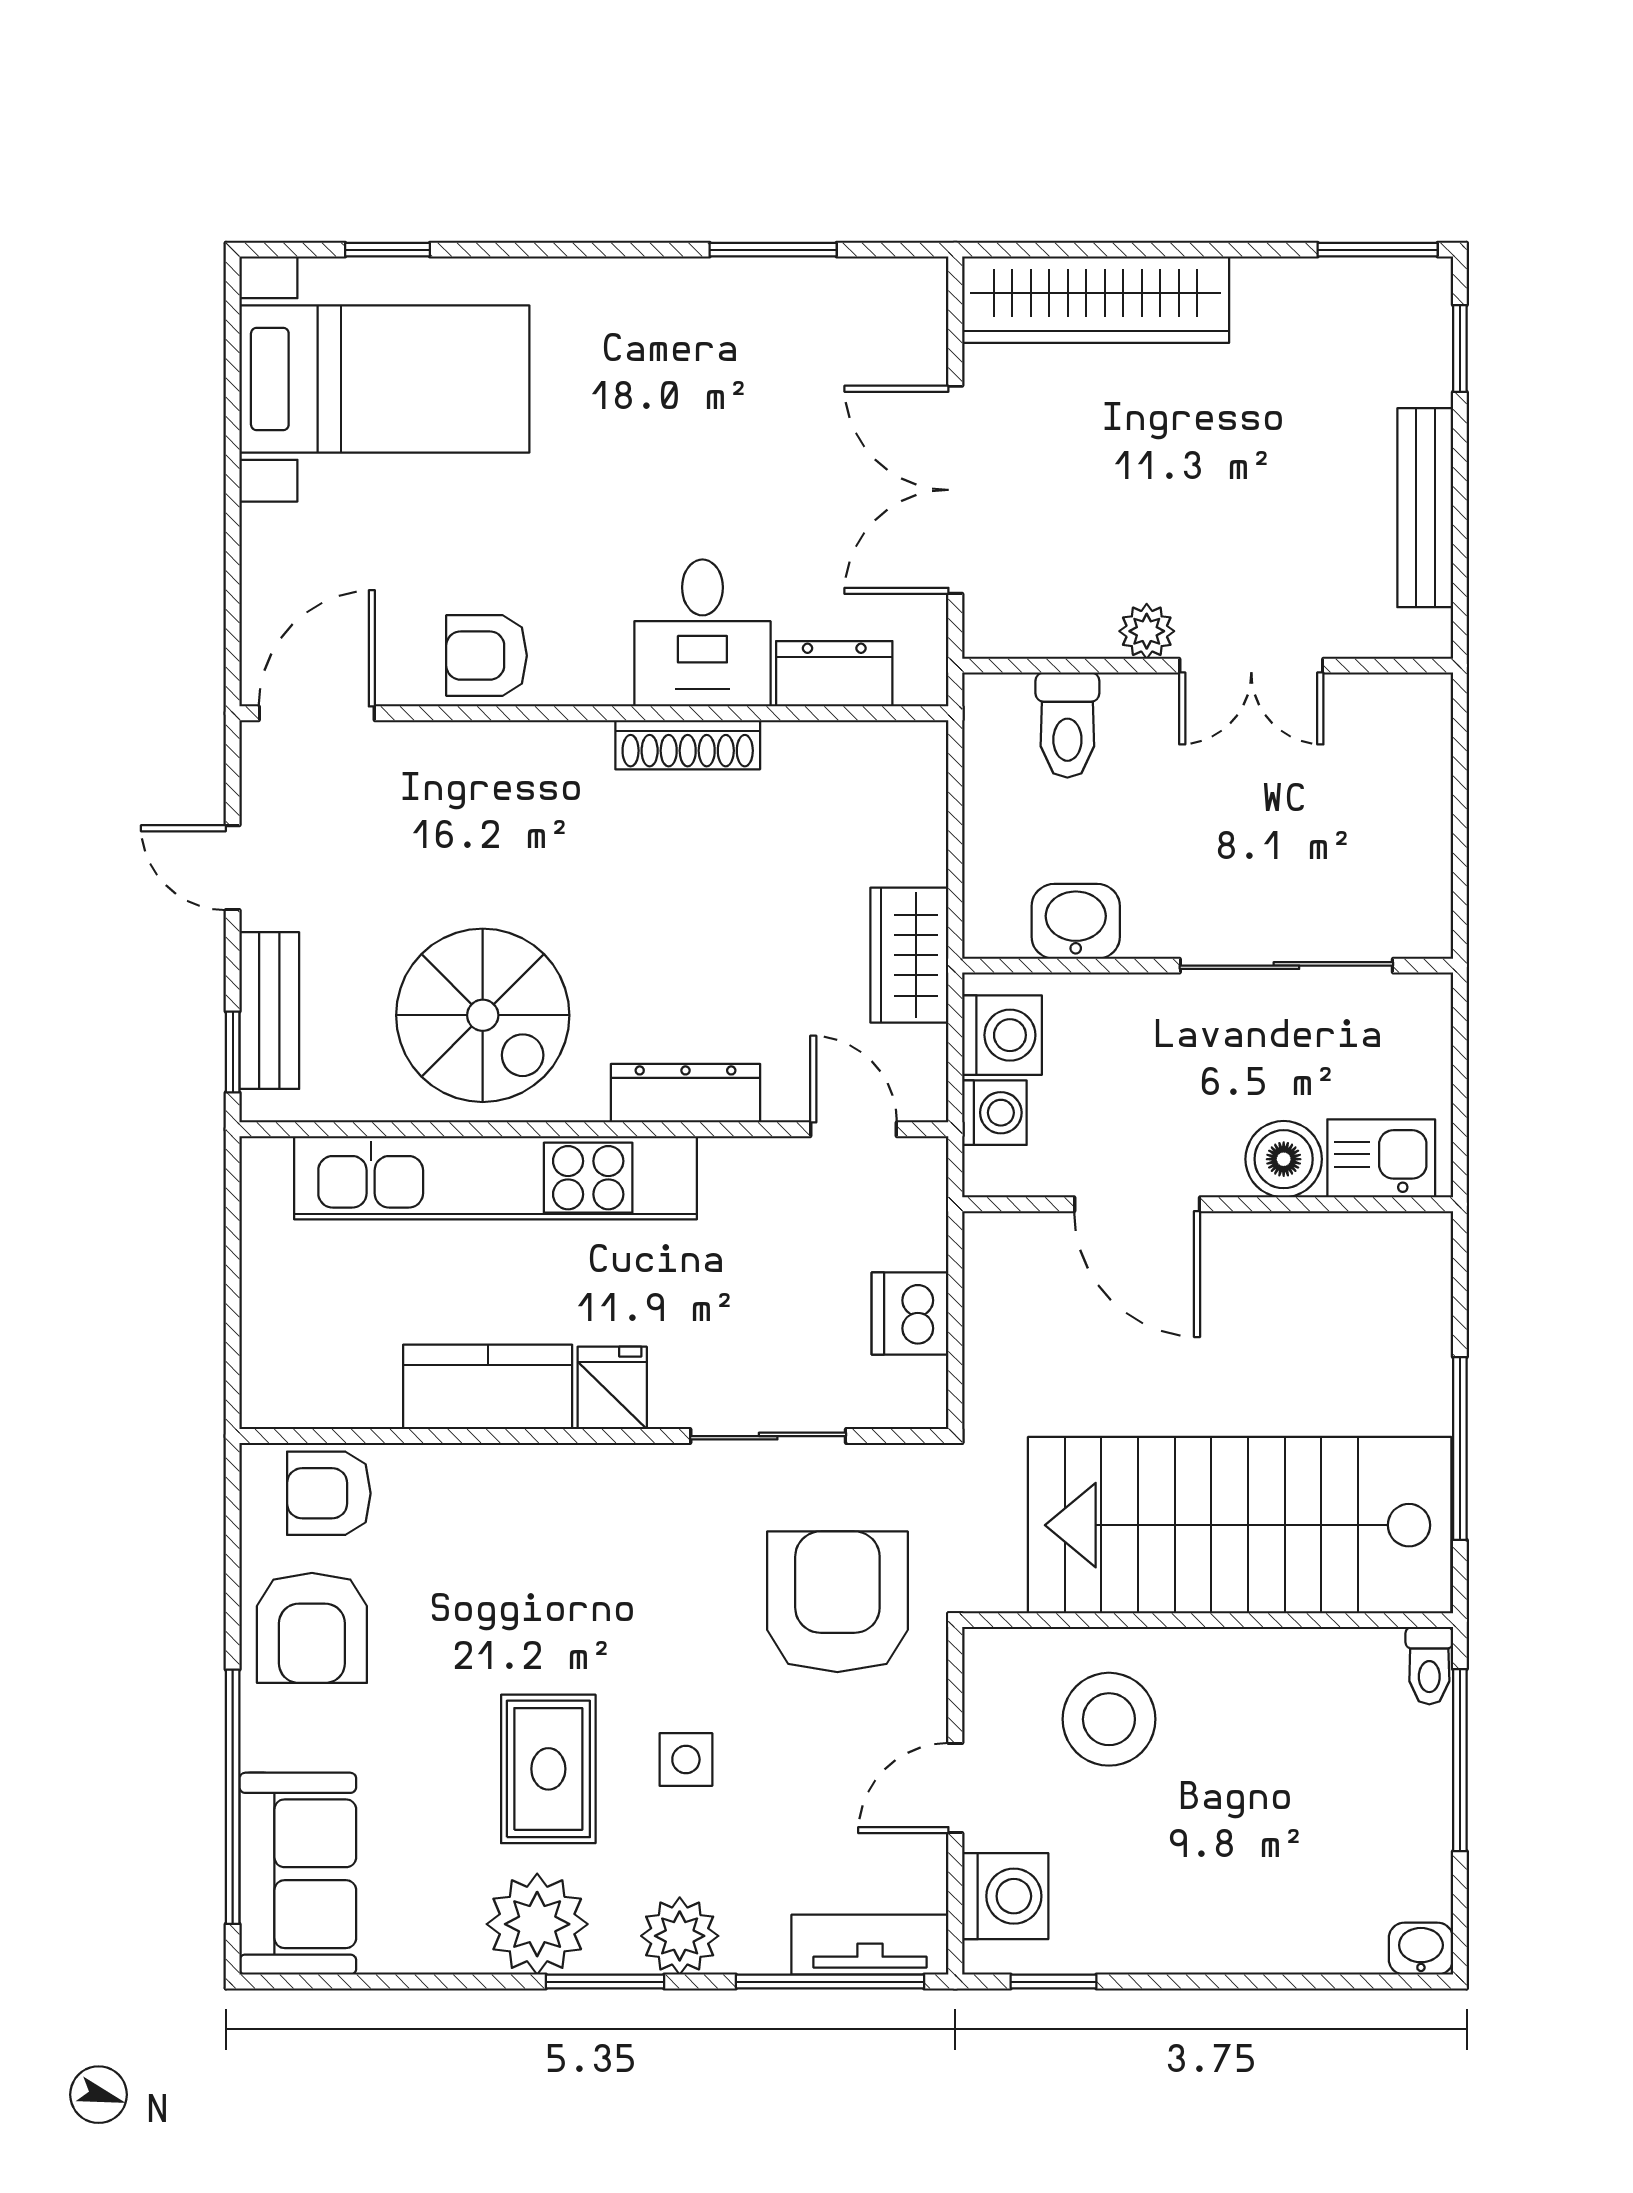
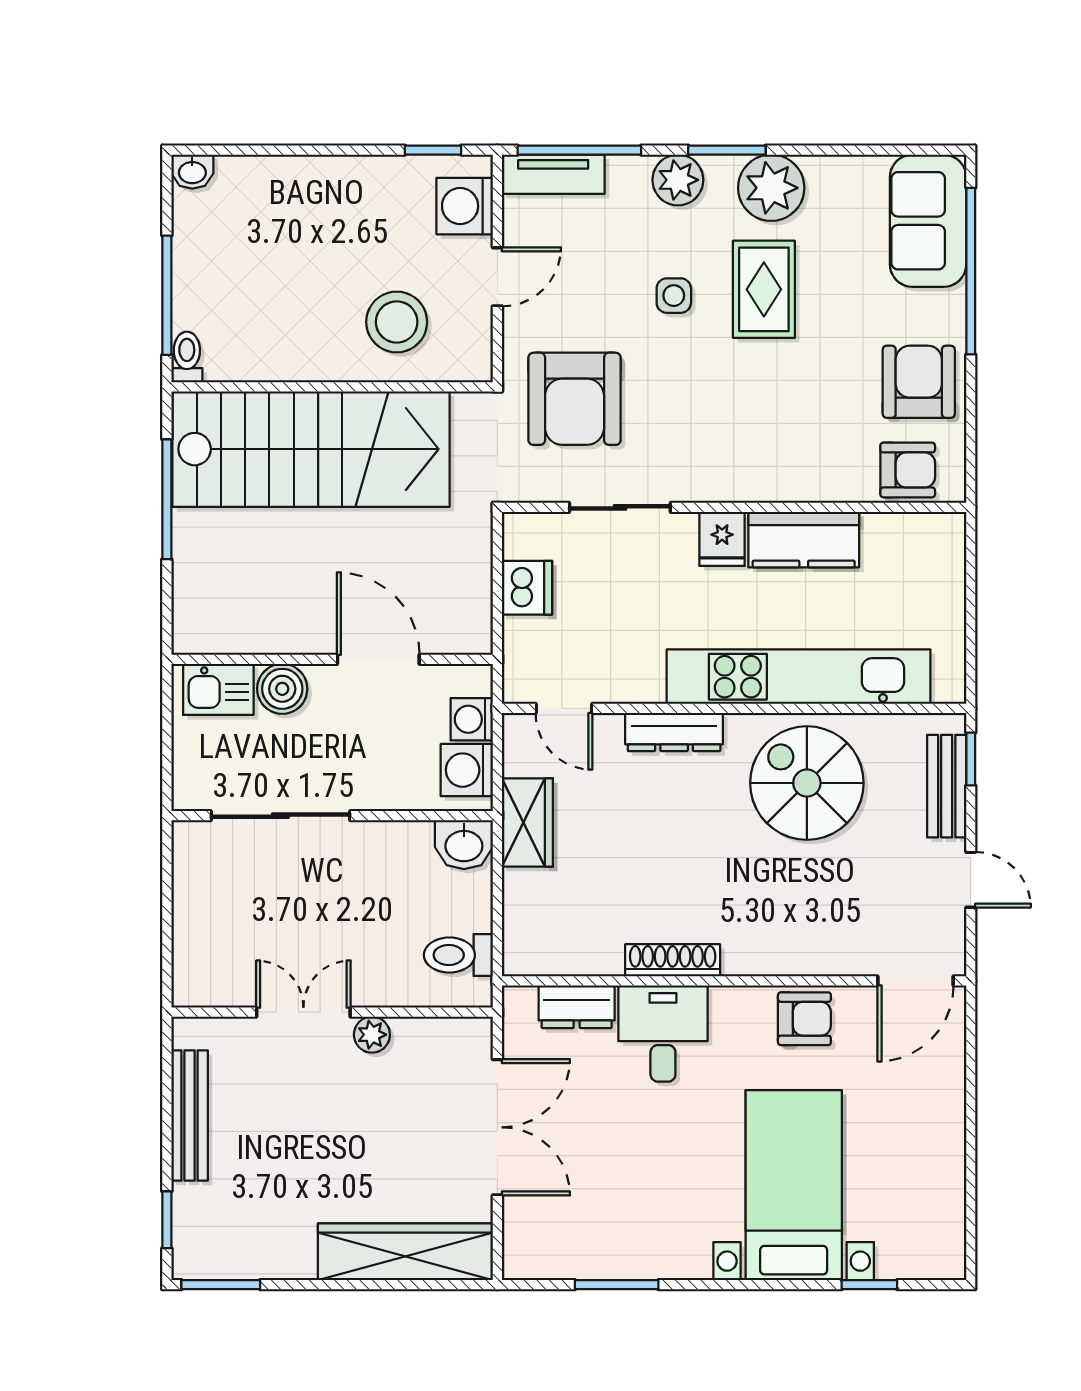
bed with nightstands: (384, 379) -> (794, 1185), moved, turned 90
toilet: (1067, 725) -> (458, 955), moved, turned -90
washbasin: (1076, 921) -> (464, 845), moved

